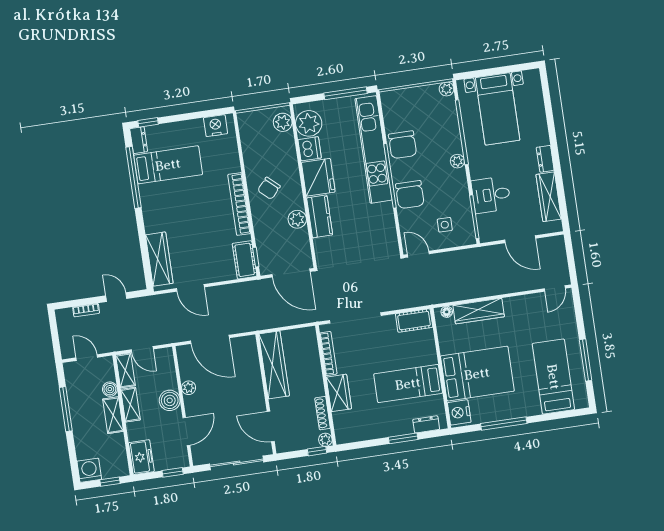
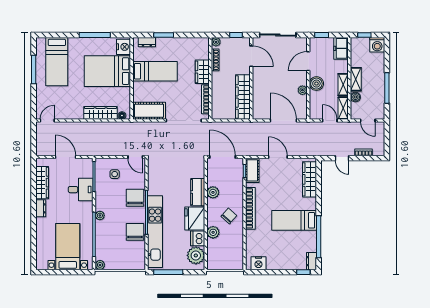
plant: (283, 122) -> (213, 232), moved
bed: (168, 165) -> (294, 220), moved
door: (190, 288) -> (278, 157), moved
cot: (414, 321) -> (149, 111), width x1.37, depth x1.34
window: (317, 451) -> (236, 35), moved

